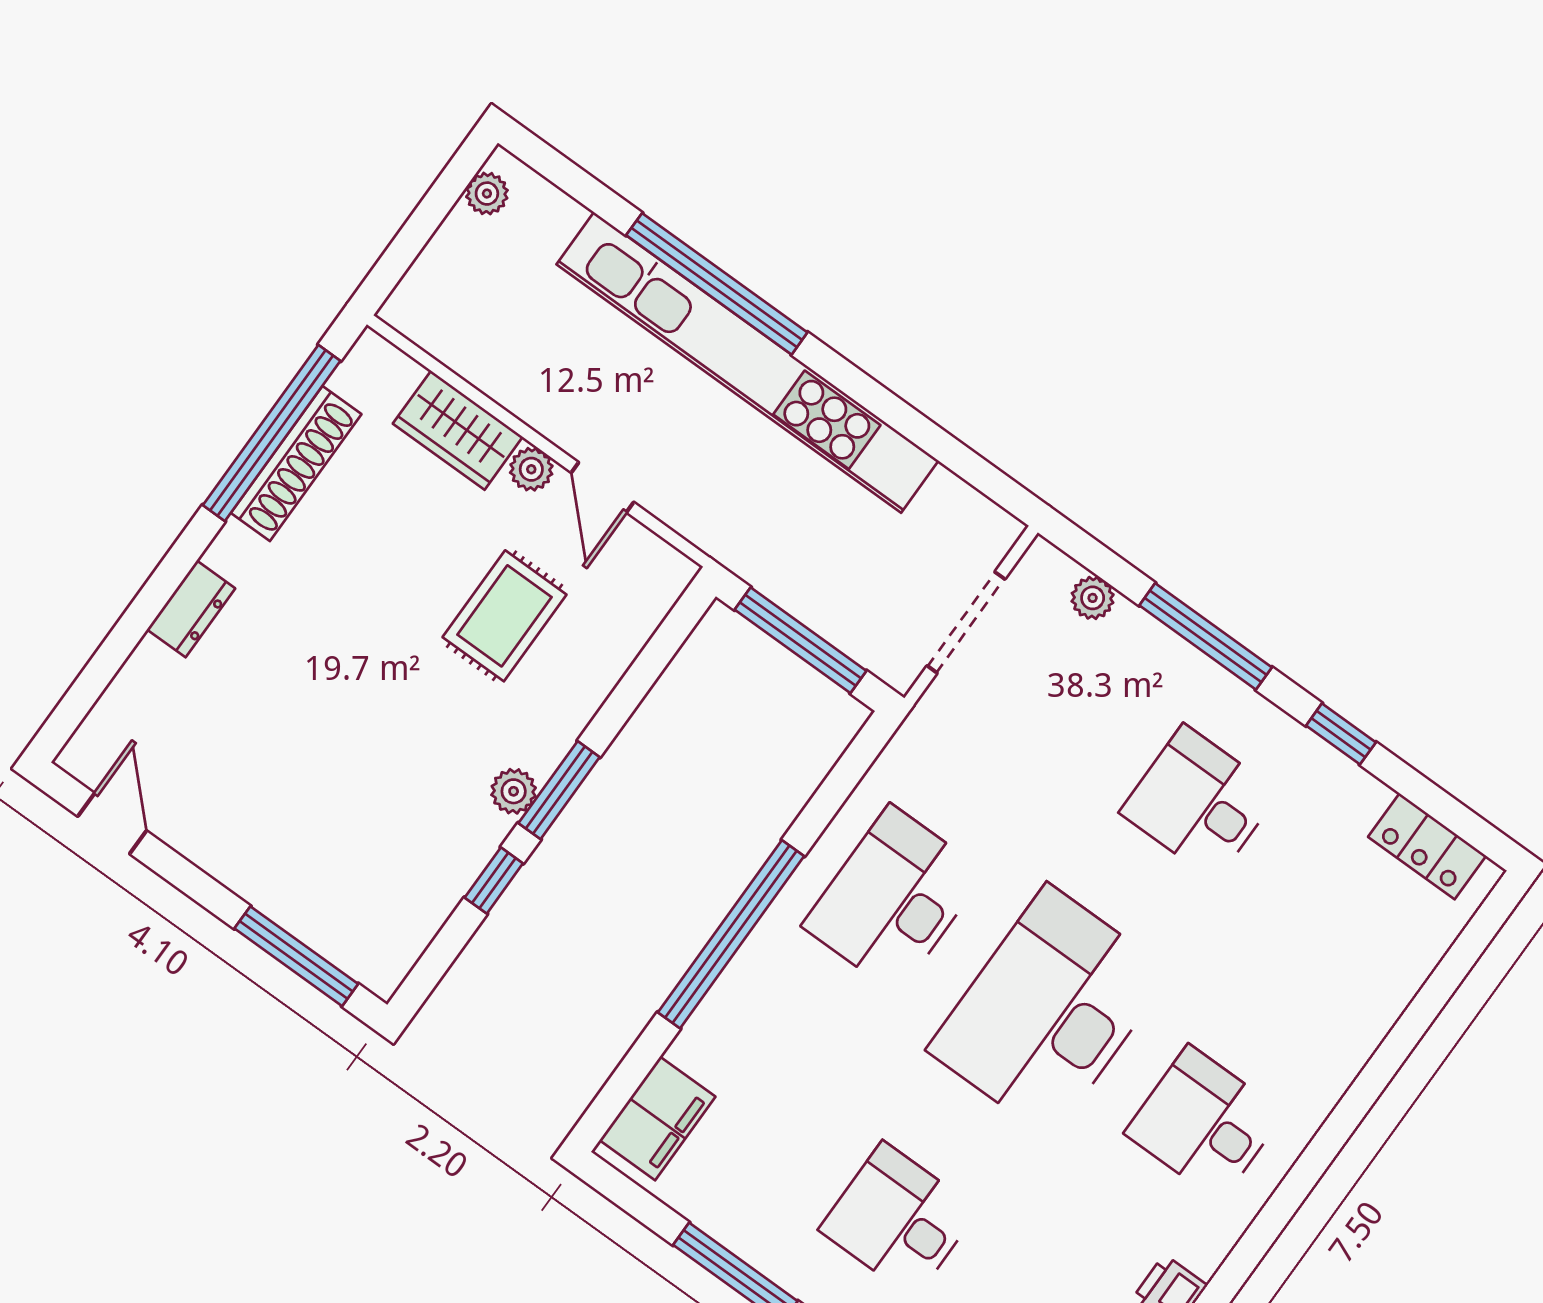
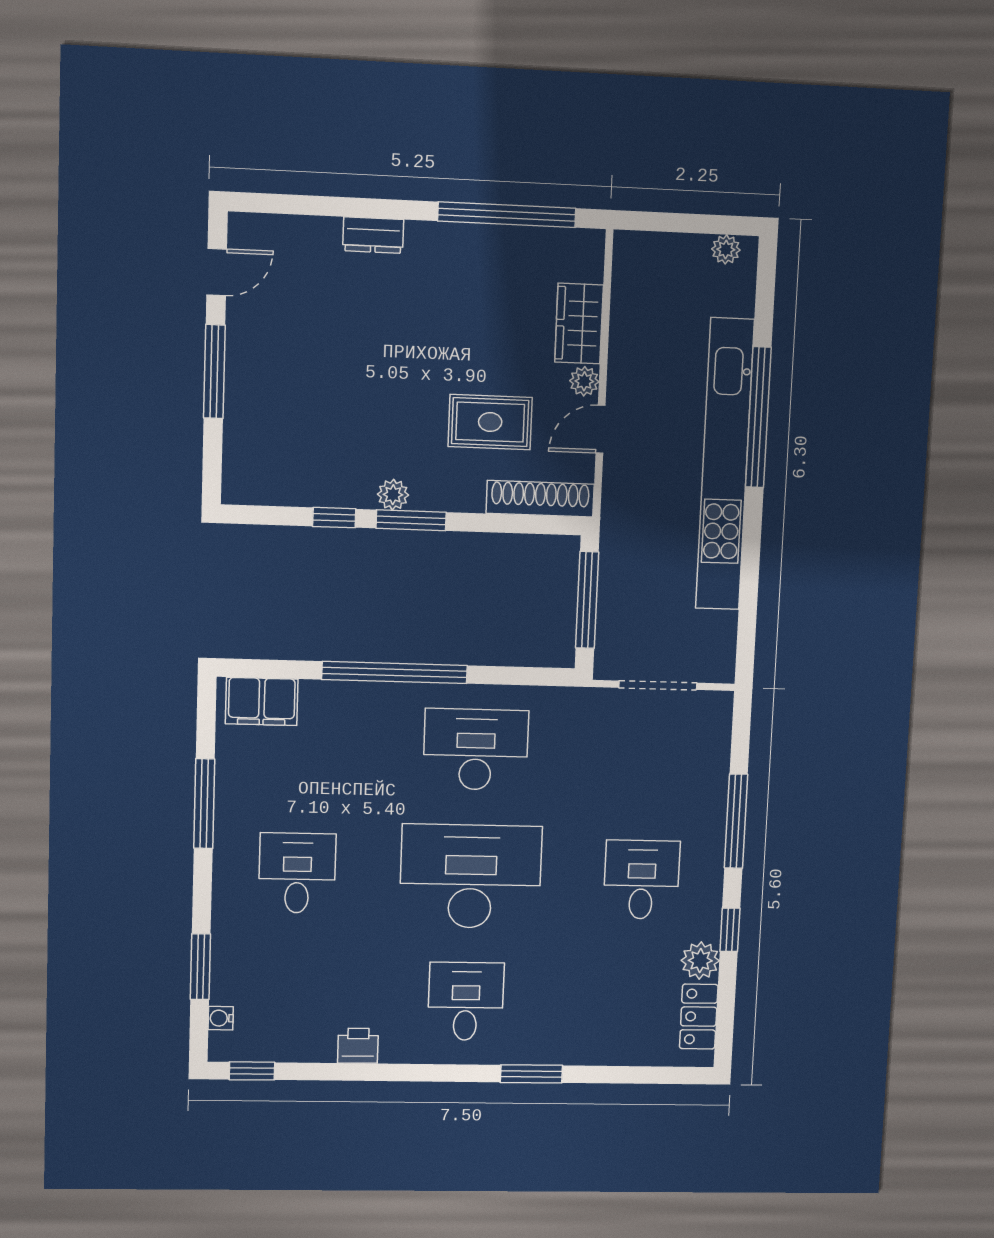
shoe rack: (296, 464) -> (540, 499), moved, turned 180
plant: (1093, 598) -> (700, 961), moved, width x1.38, depth x1.38
window: (296, 956) -> (214, 372), moved
window: (1355, 1104) -> (532, 1074), added

